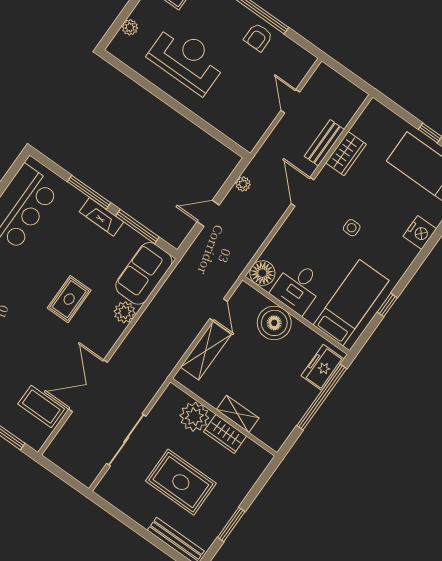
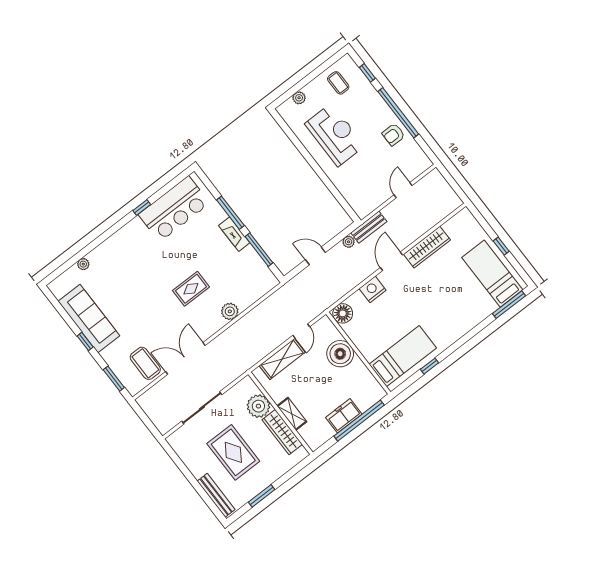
bench: (324, 143) -> (369, 227), moved
wardrobe: (346, 154) -> (427, 247), width x1.50
side table: (352, 228) -> (420, 300), removed
nightstand: (420, 233) -> (373, 289), moved, turned 180
sofa: (144, 273) -> (253, 286), removed
desk: (298, 287) -> (366, 332), removed
freezer: (322, 367) -> (344, 416), moved
wardrobe: (225, 434) -> (282, 432), width x1.50

